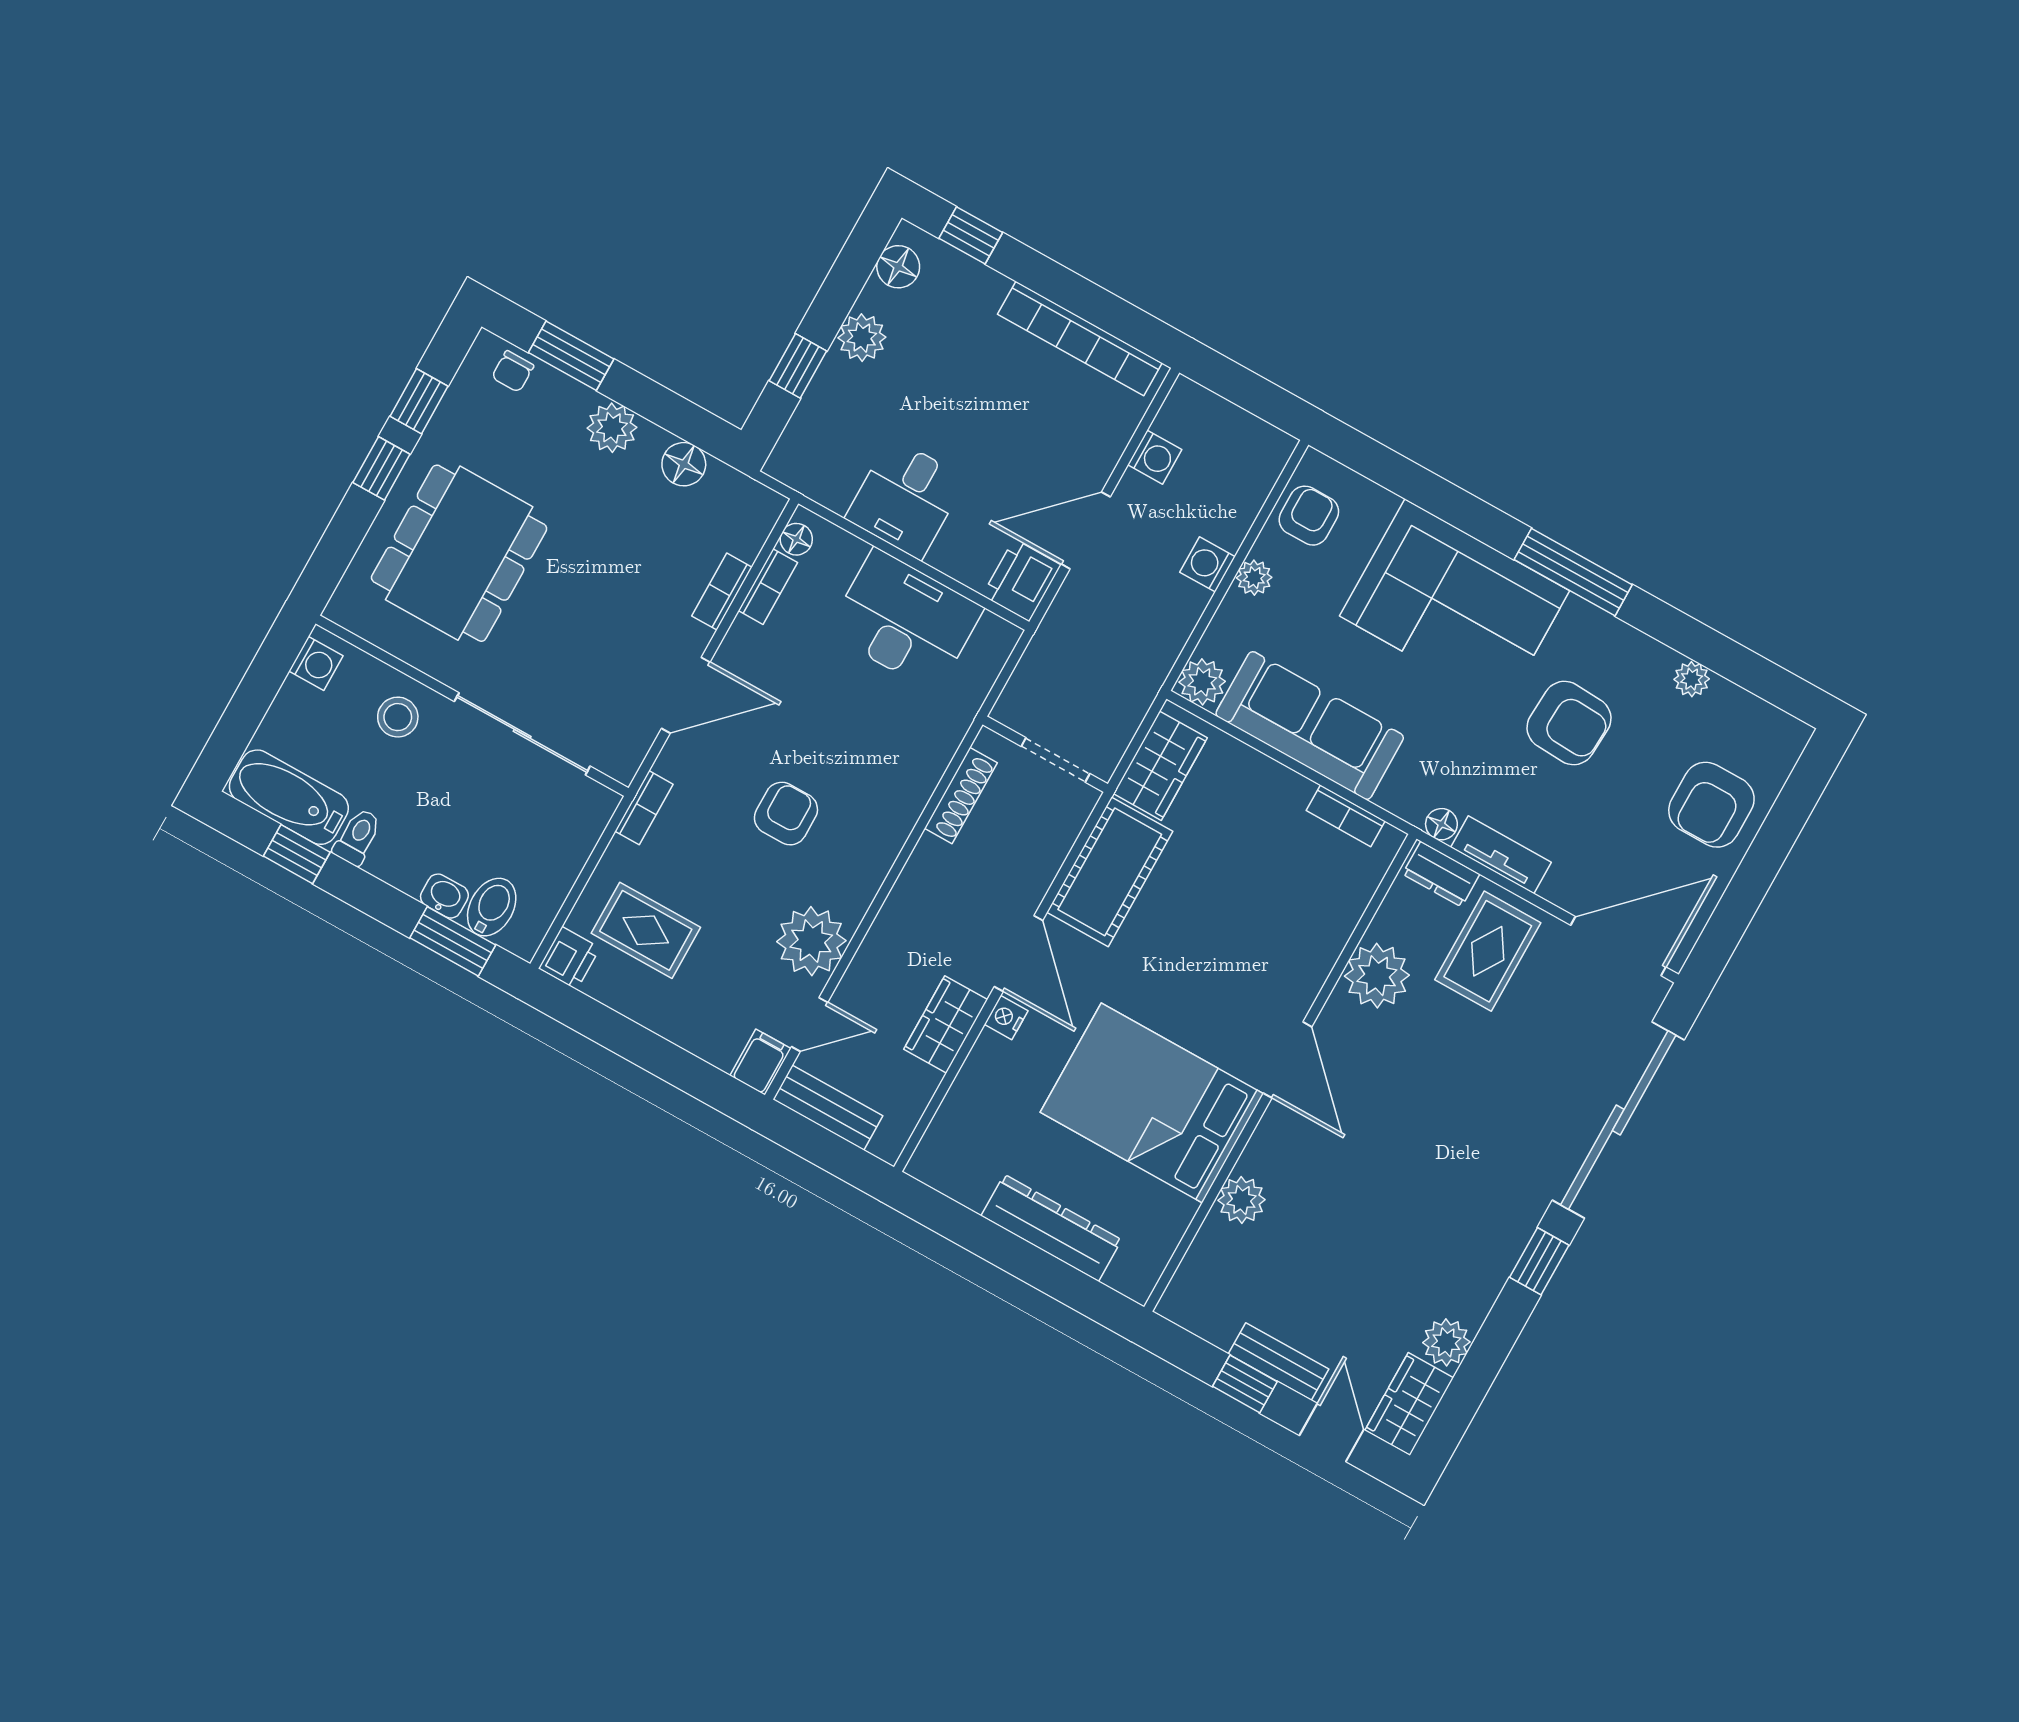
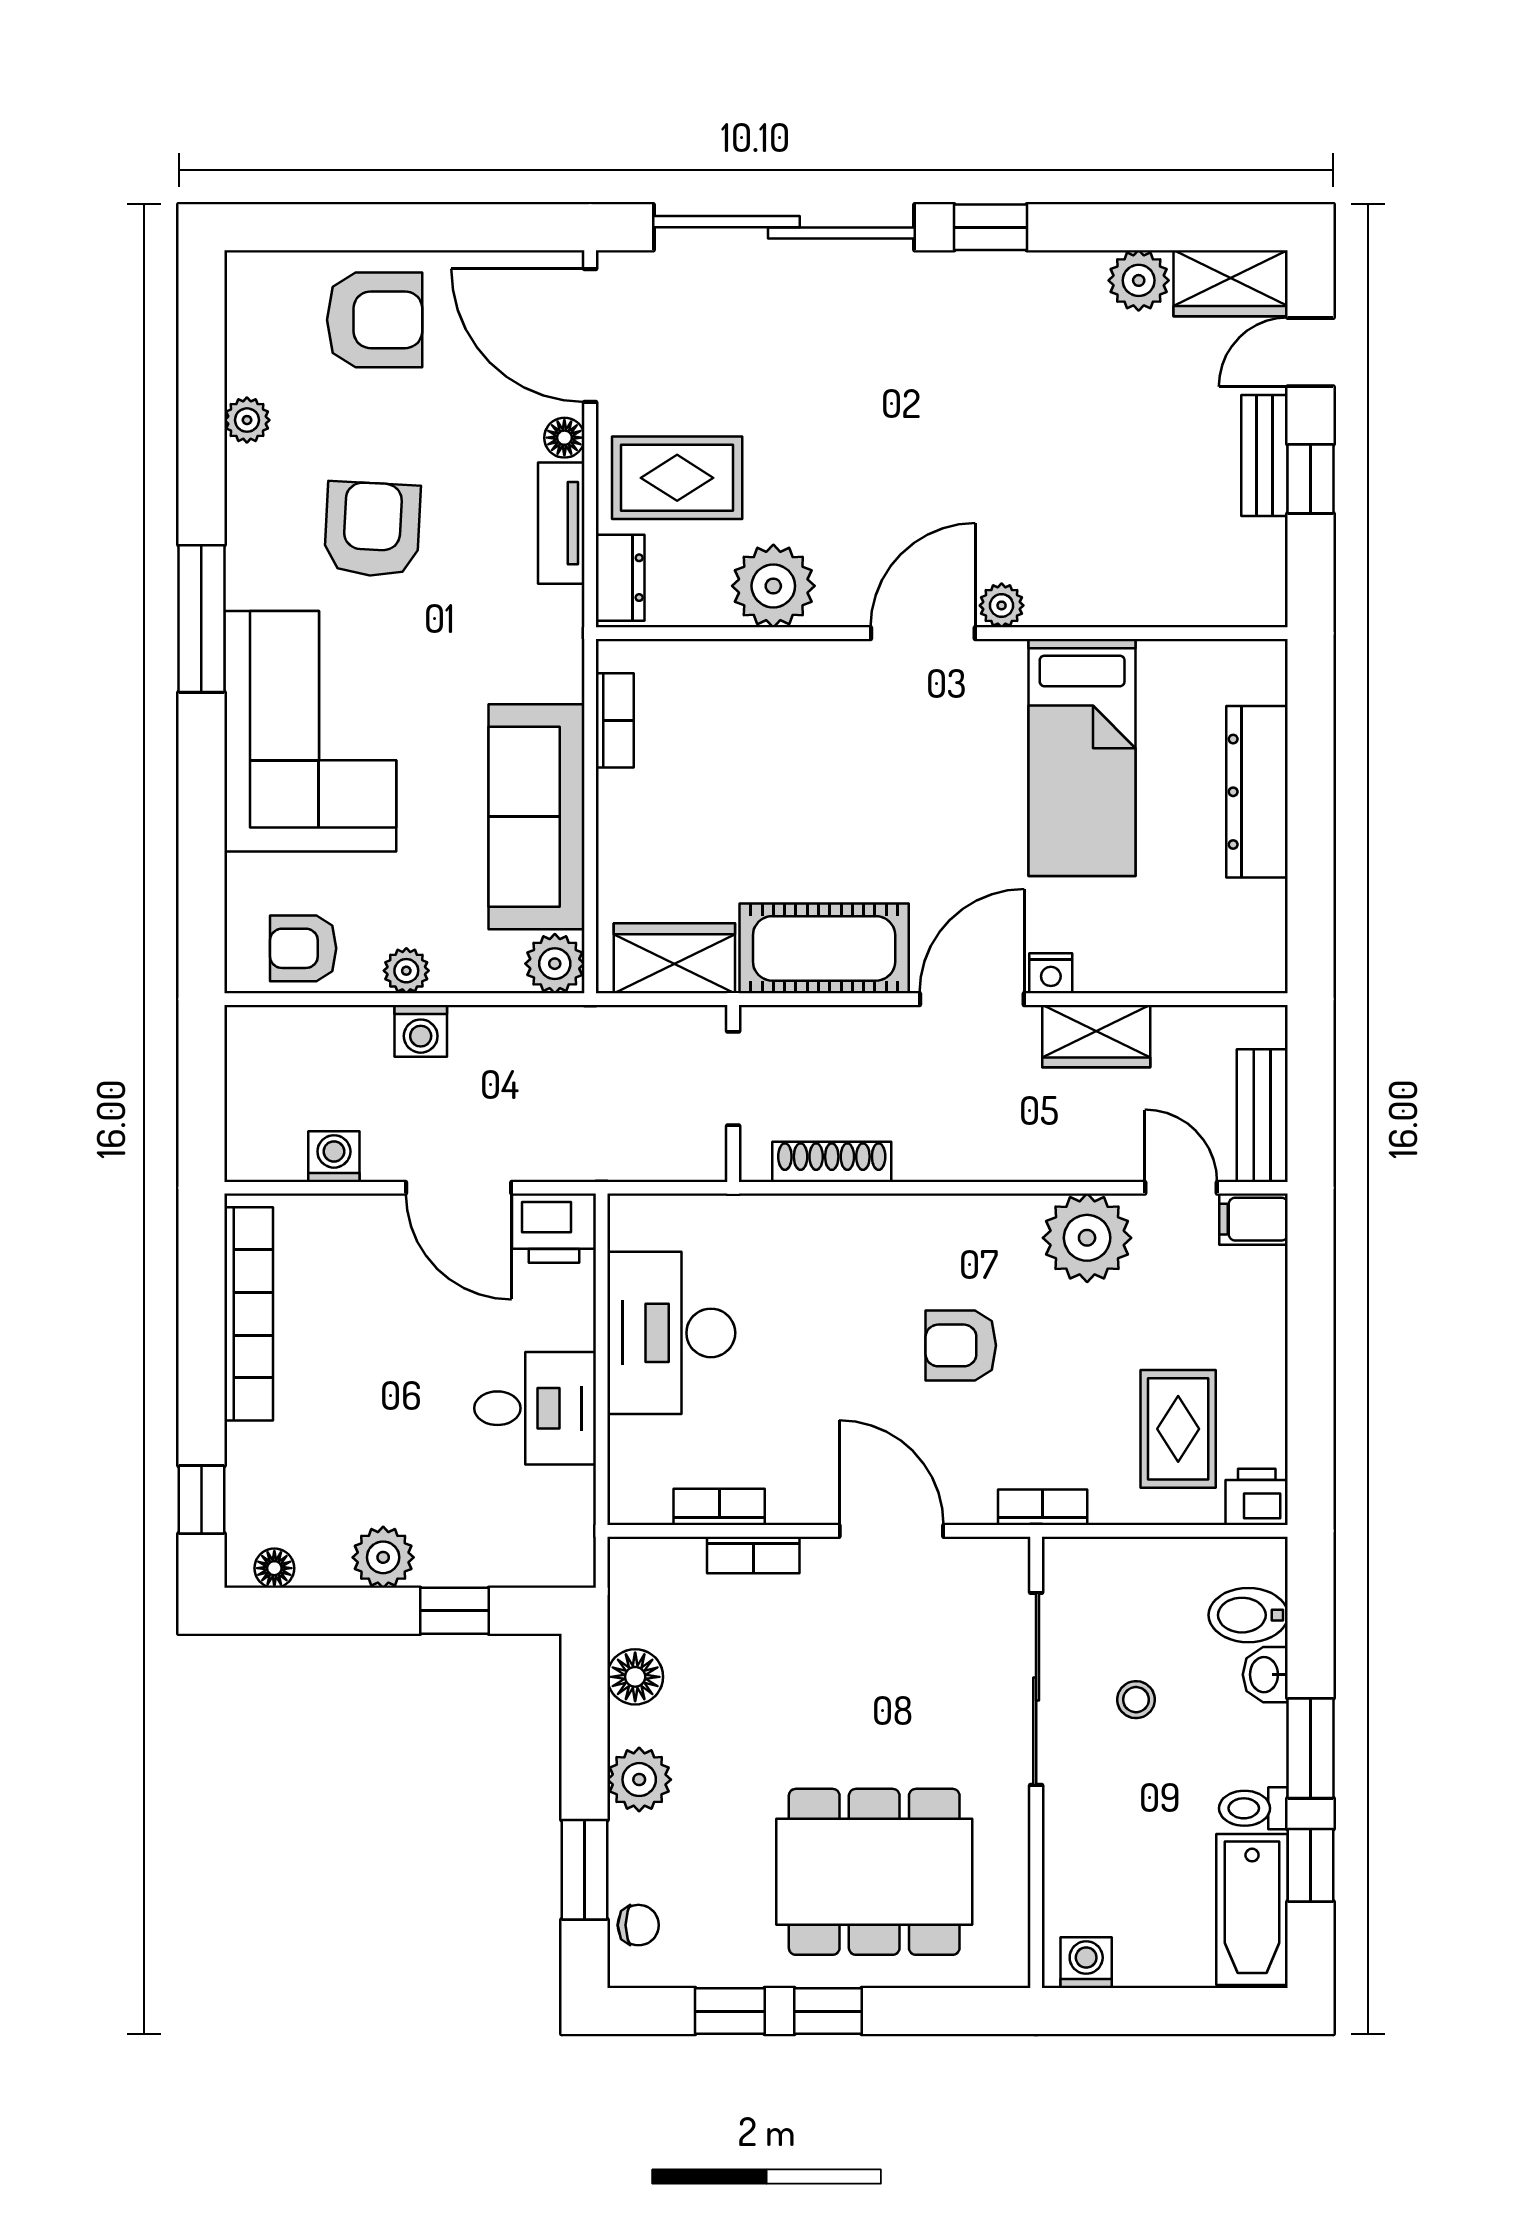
floor lamp: (898, 267) -> (274, 1568), width x0.73, depth x0.73
floor lamp: (796, 539) -> (649, 1505), removed
stool: (398, 717) -> (1136, 1700), moved, width x0.73, depth x0.73
floor lamp: (1441, 824) -> (564, 438), moved
window: (453, 941) -> (1311, 1748), moved
bed: (1152, 1103) -> (1082, 758), width x0.67
plant: (1242, 1200) -> (1002, 605), moved, width x0.73, depth x0.73

